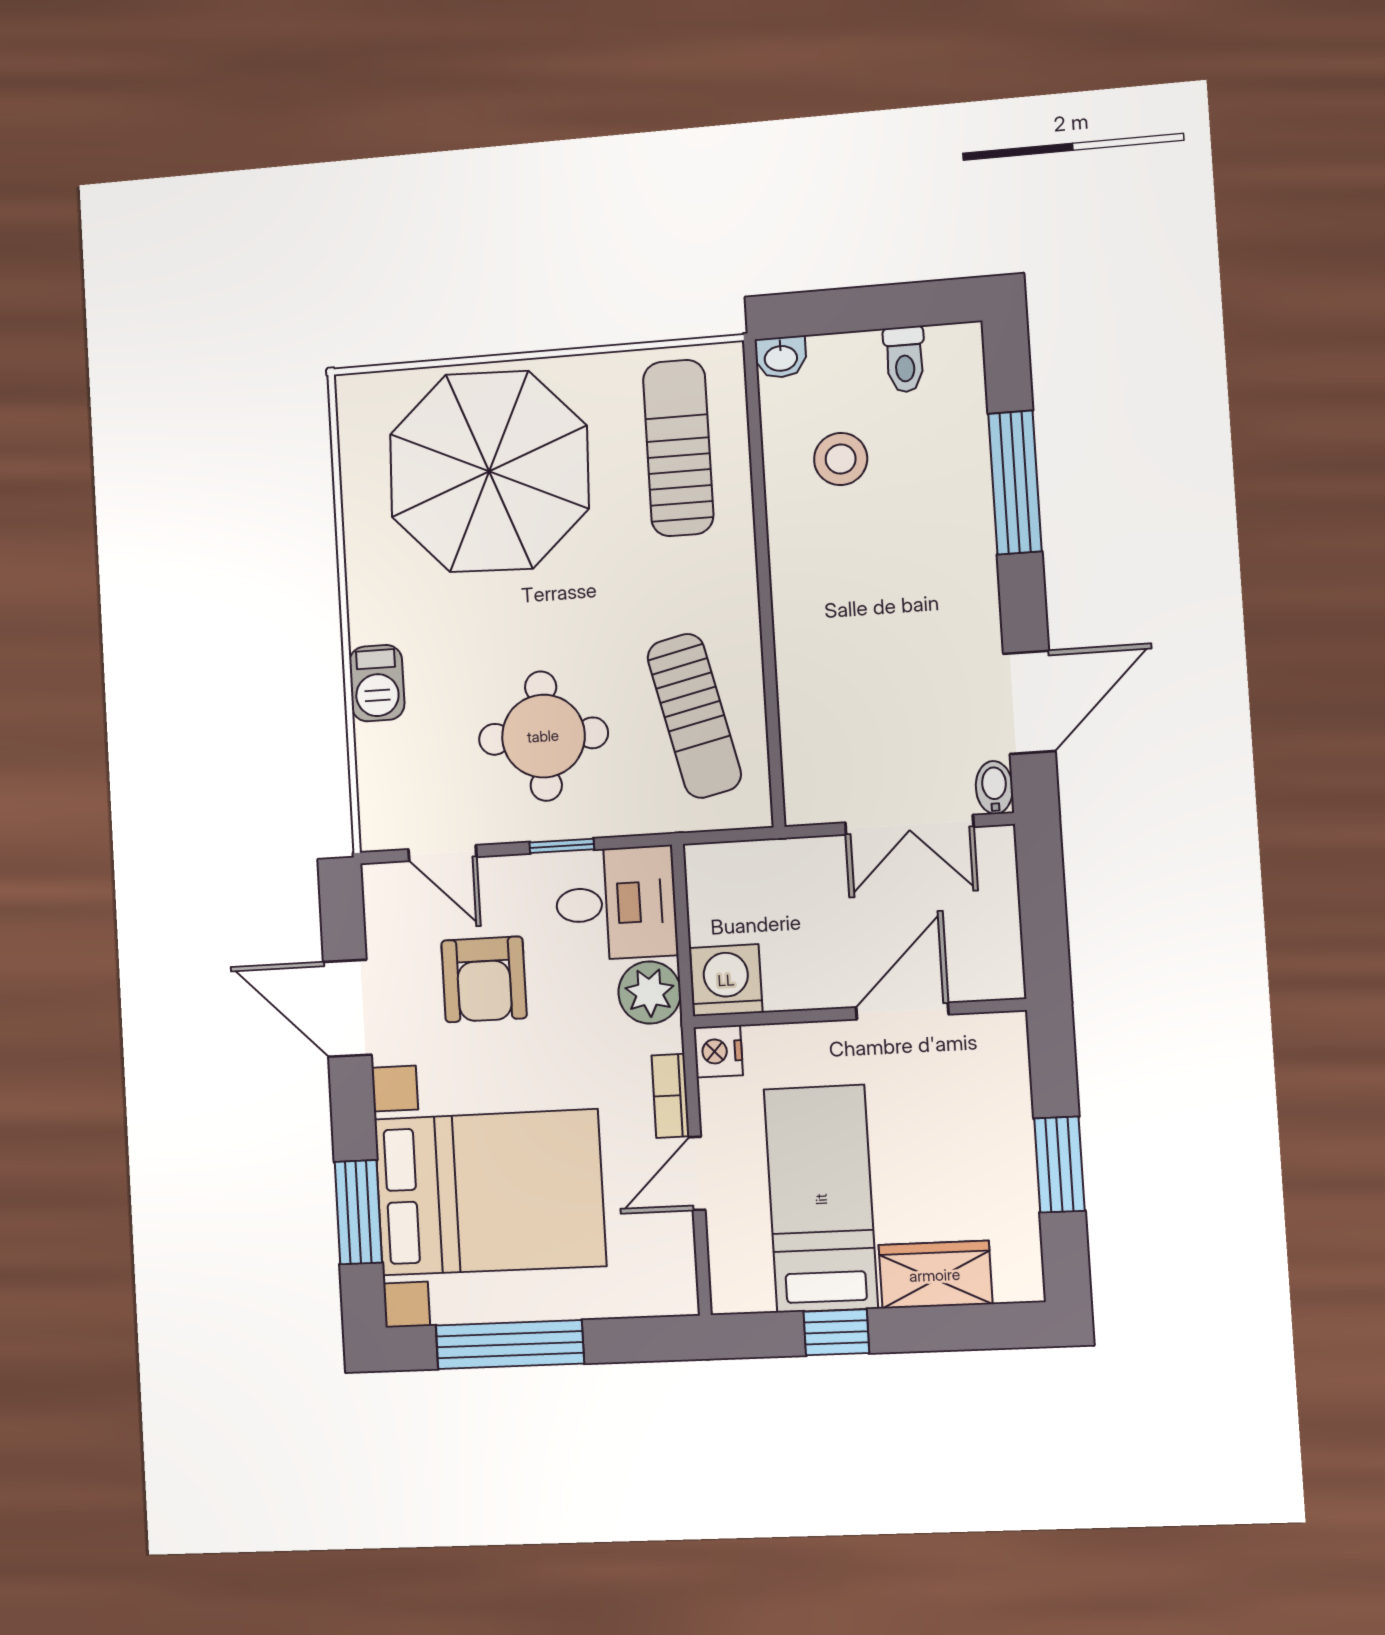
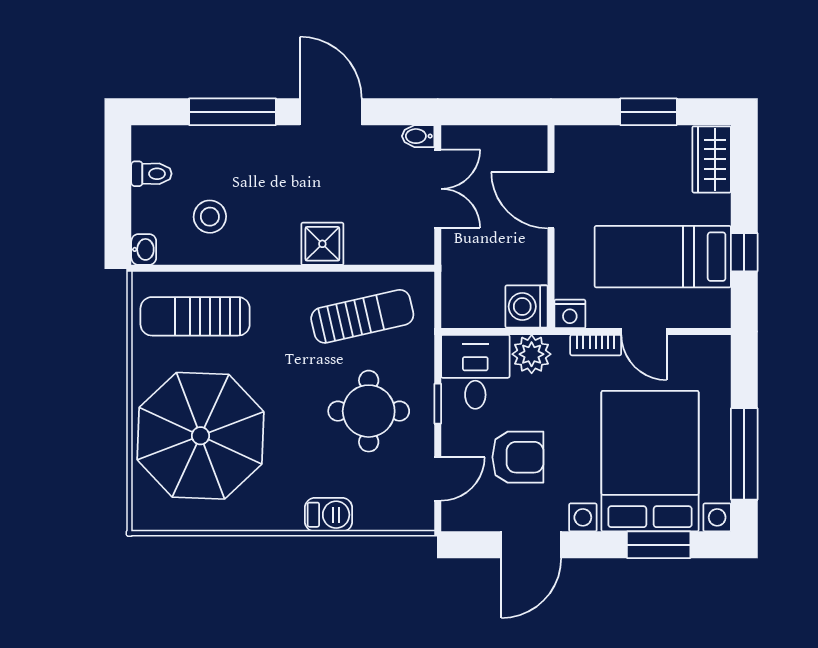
shower: (808, 644) -> (322, 244), added
door: (1029, 702) -> (331, 112), moved
wardrobe: (935, 1275) -> (712, 159), moved

